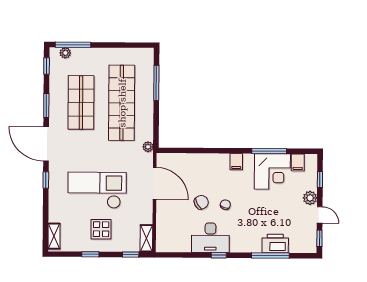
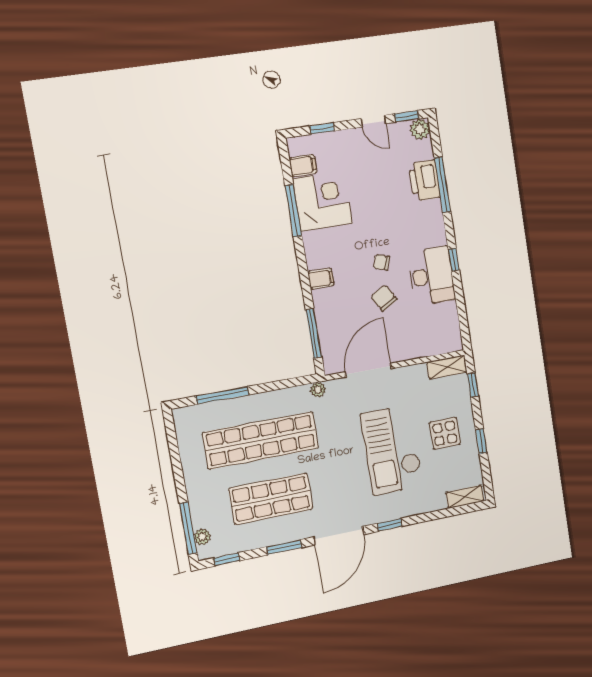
window: (186, 150) -> (314, 333), added
filing cabinet: (236, 162) -> (321, 279), moved
plant: (310, 198) -> (420, 129), moved
door: (320, 215) -> (373, 121), swing flipped

